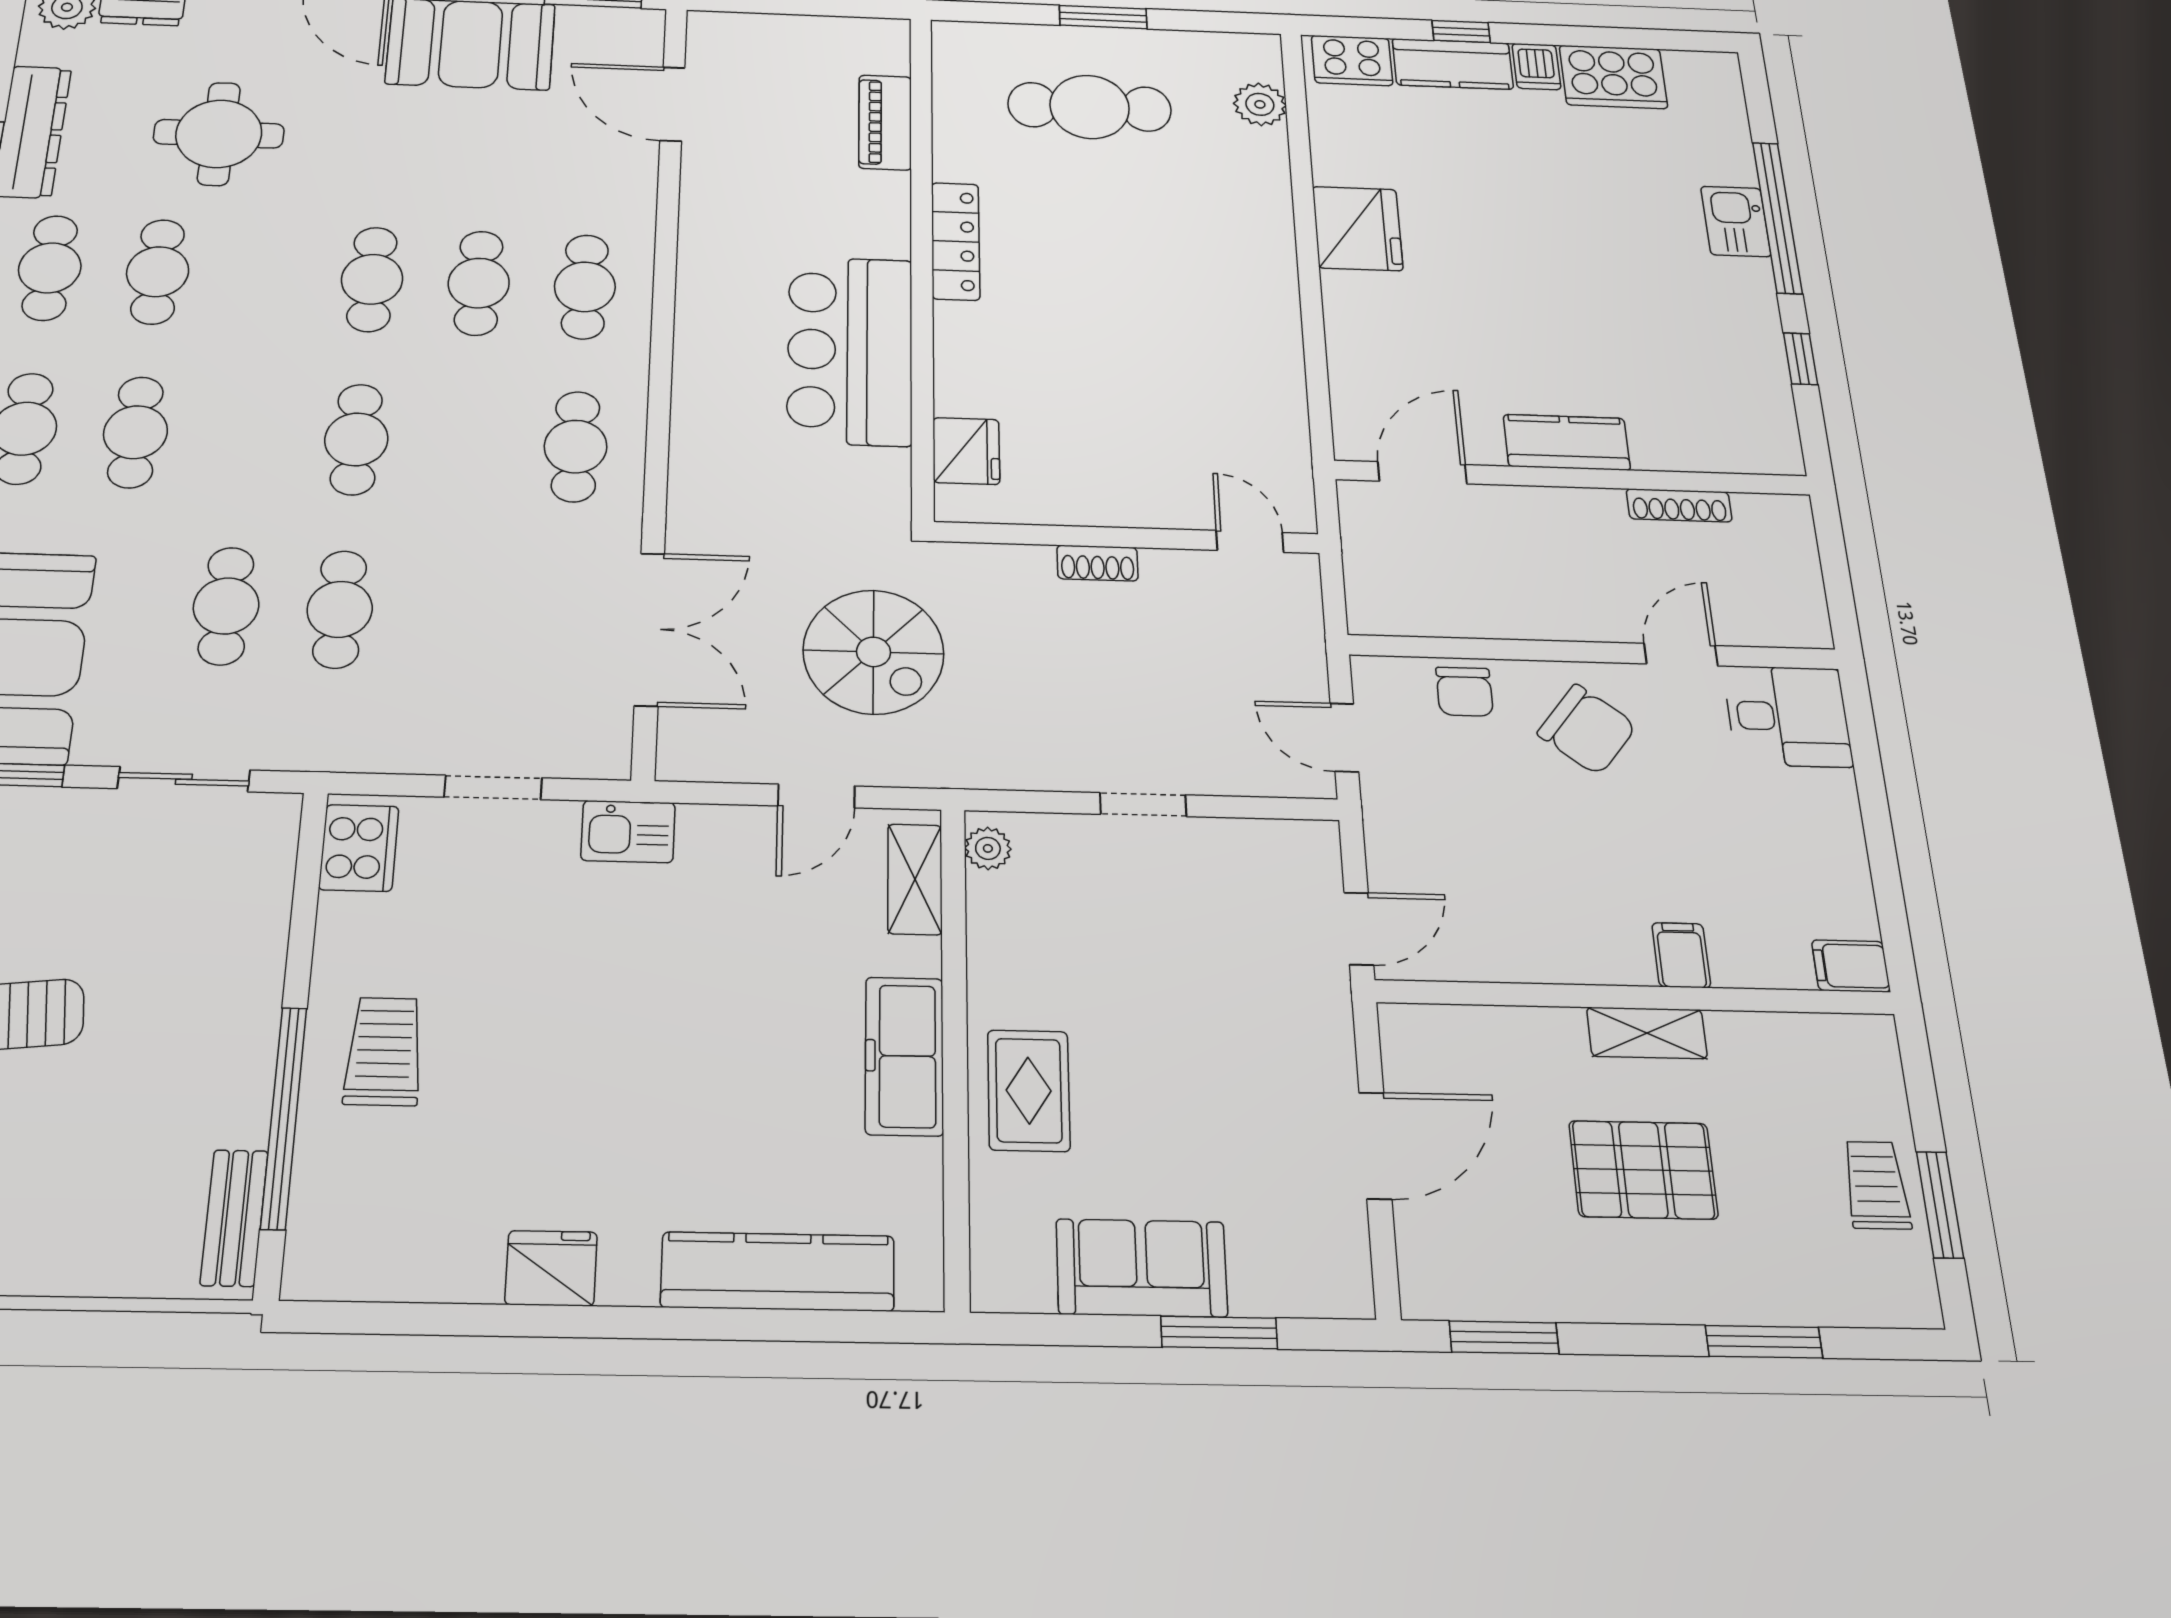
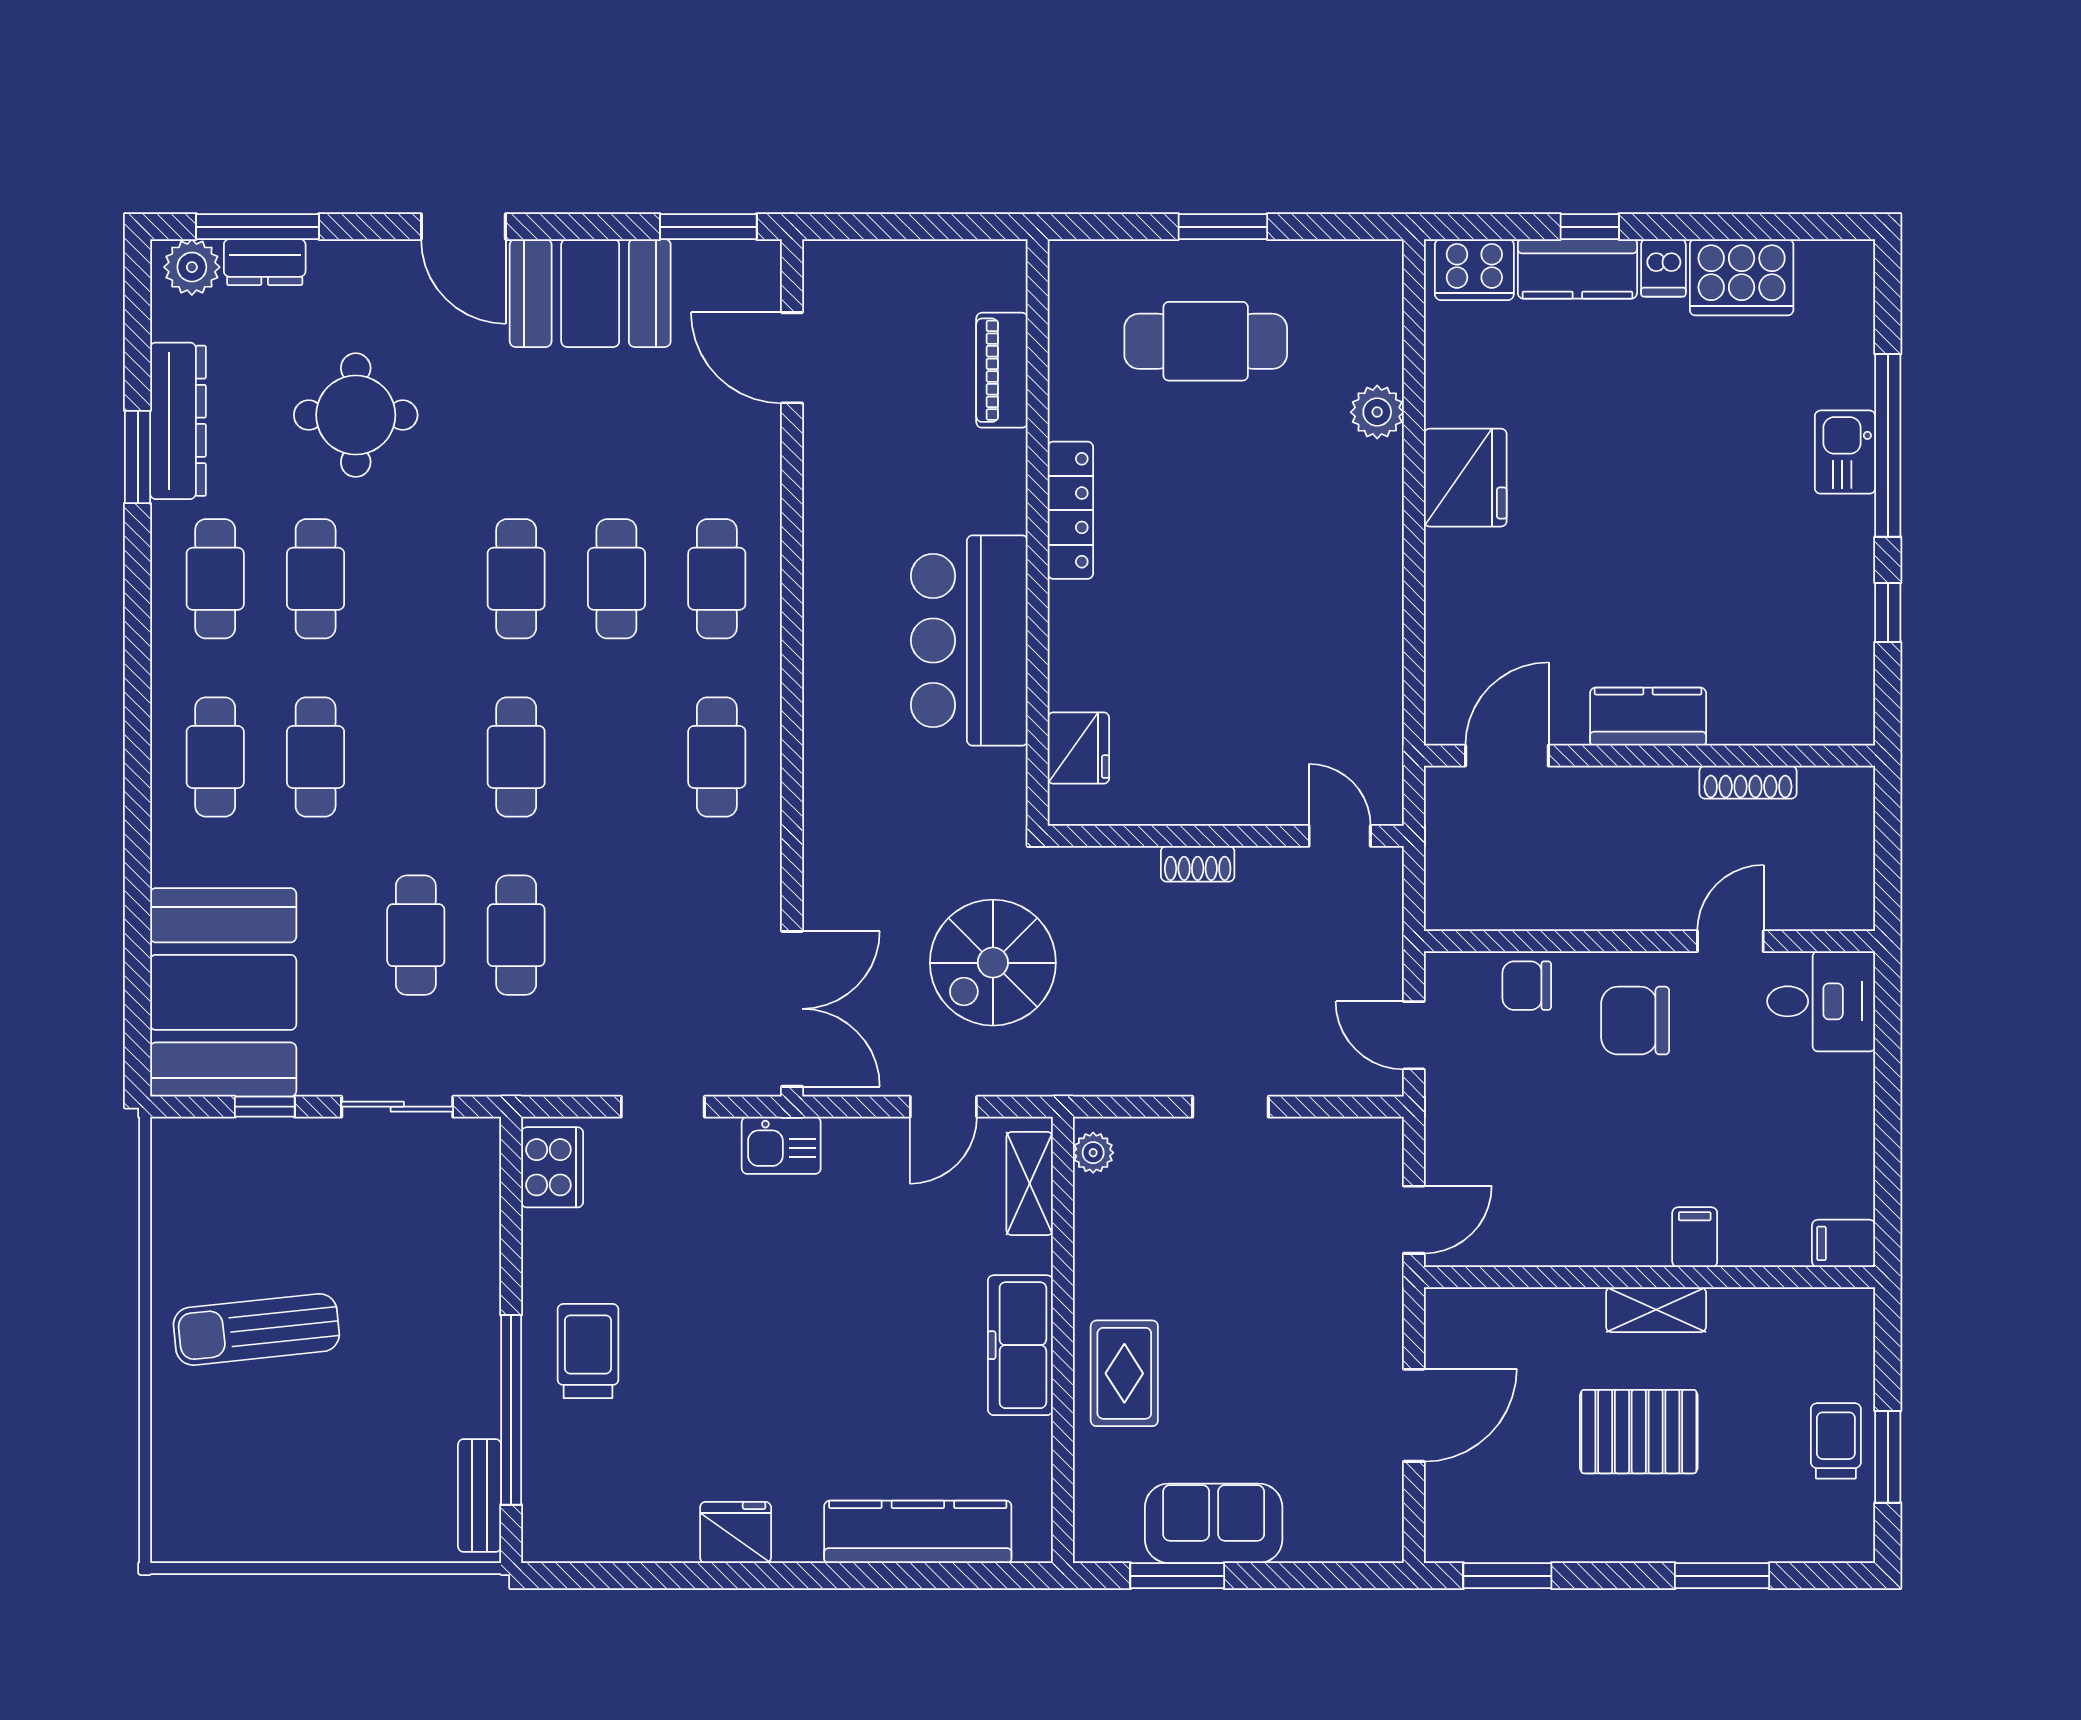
plant: (1260, 104) -> (1377, 412), moved
double door: (649, 629) -> (792, 1009), moved
spiral stairs: (874, 652) -> (993, 963), turned 90
chair: (1465, 692) -> (1527, 986), turned 90
chair: (1587, 730) -> (1635, 1021), turned 142
window: (1219, 1333) -> (1177, 1576), moved

